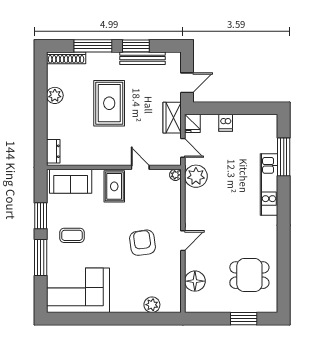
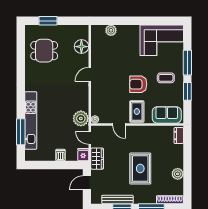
kitchen unit: (269, 184) -> (31, 120), width x1.36
armchair: (143, 243) -> (138, 84), moved, turned 98

